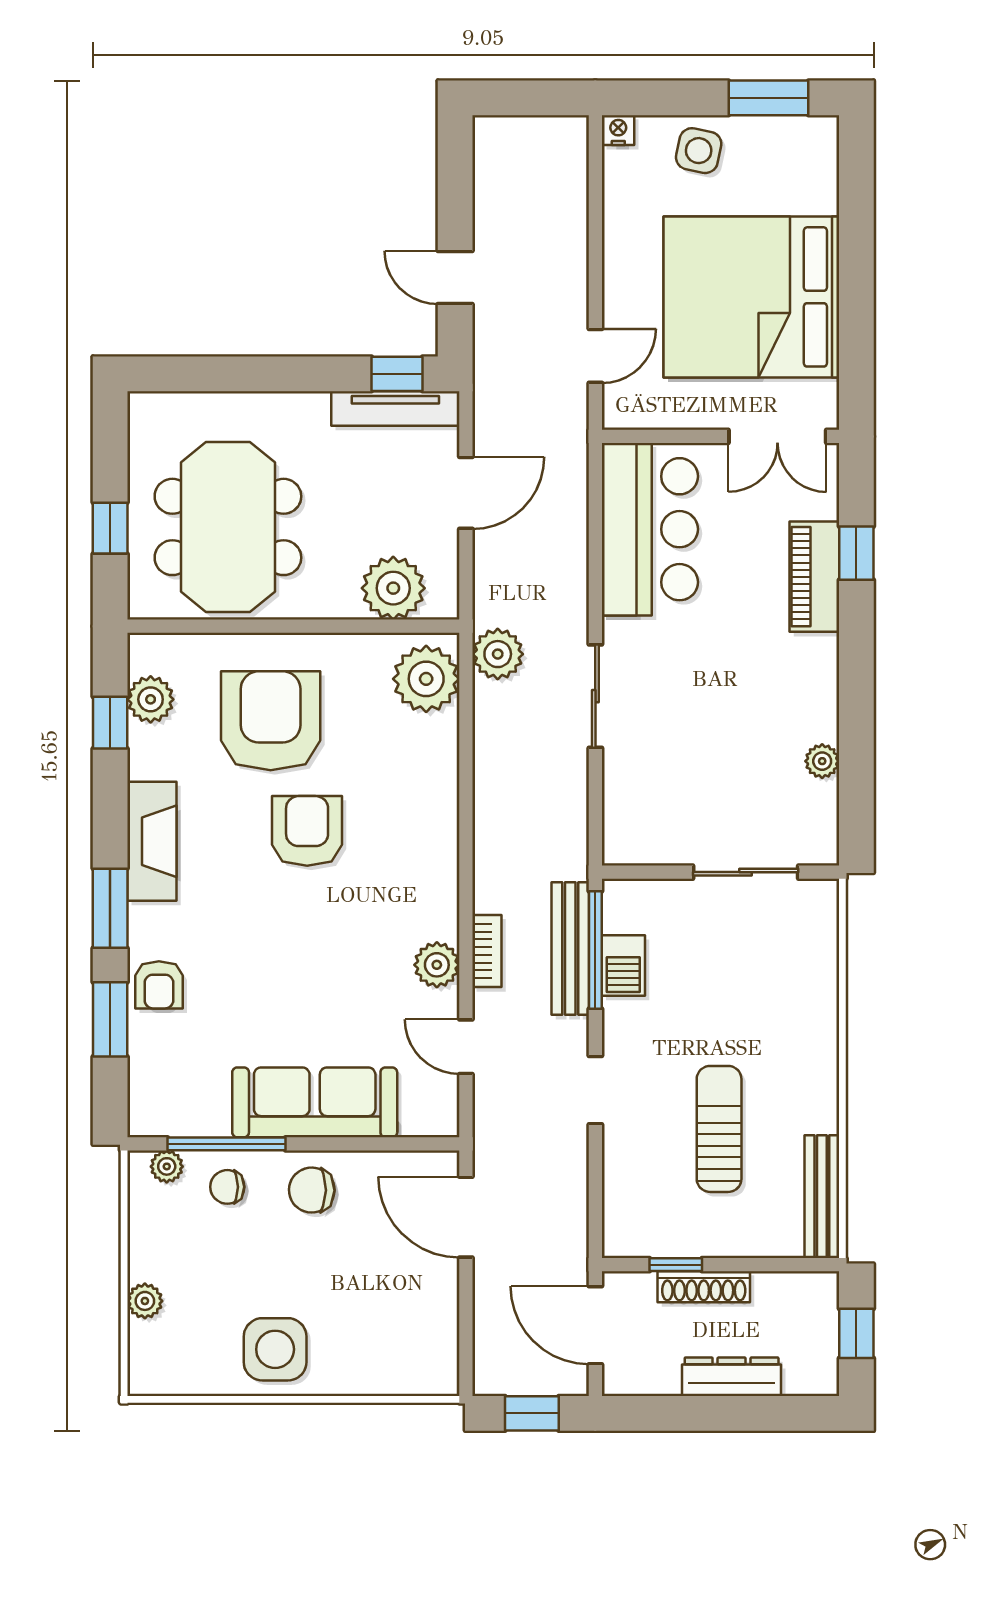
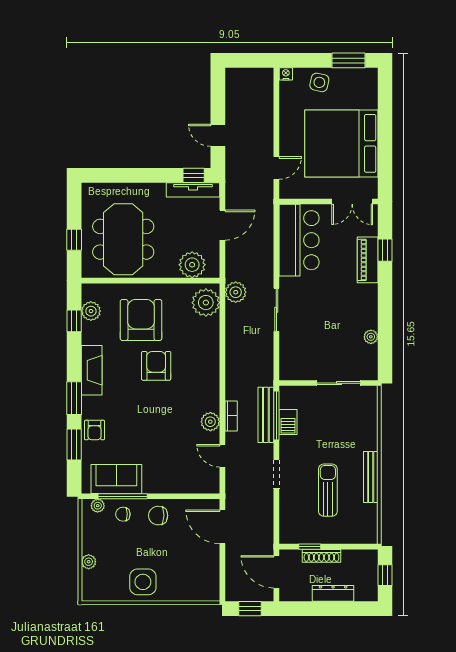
sofa: (315, 1102) -> (116, 479), moved, width x0.73
bench: (822, 1197) -> (371, 477), moved

